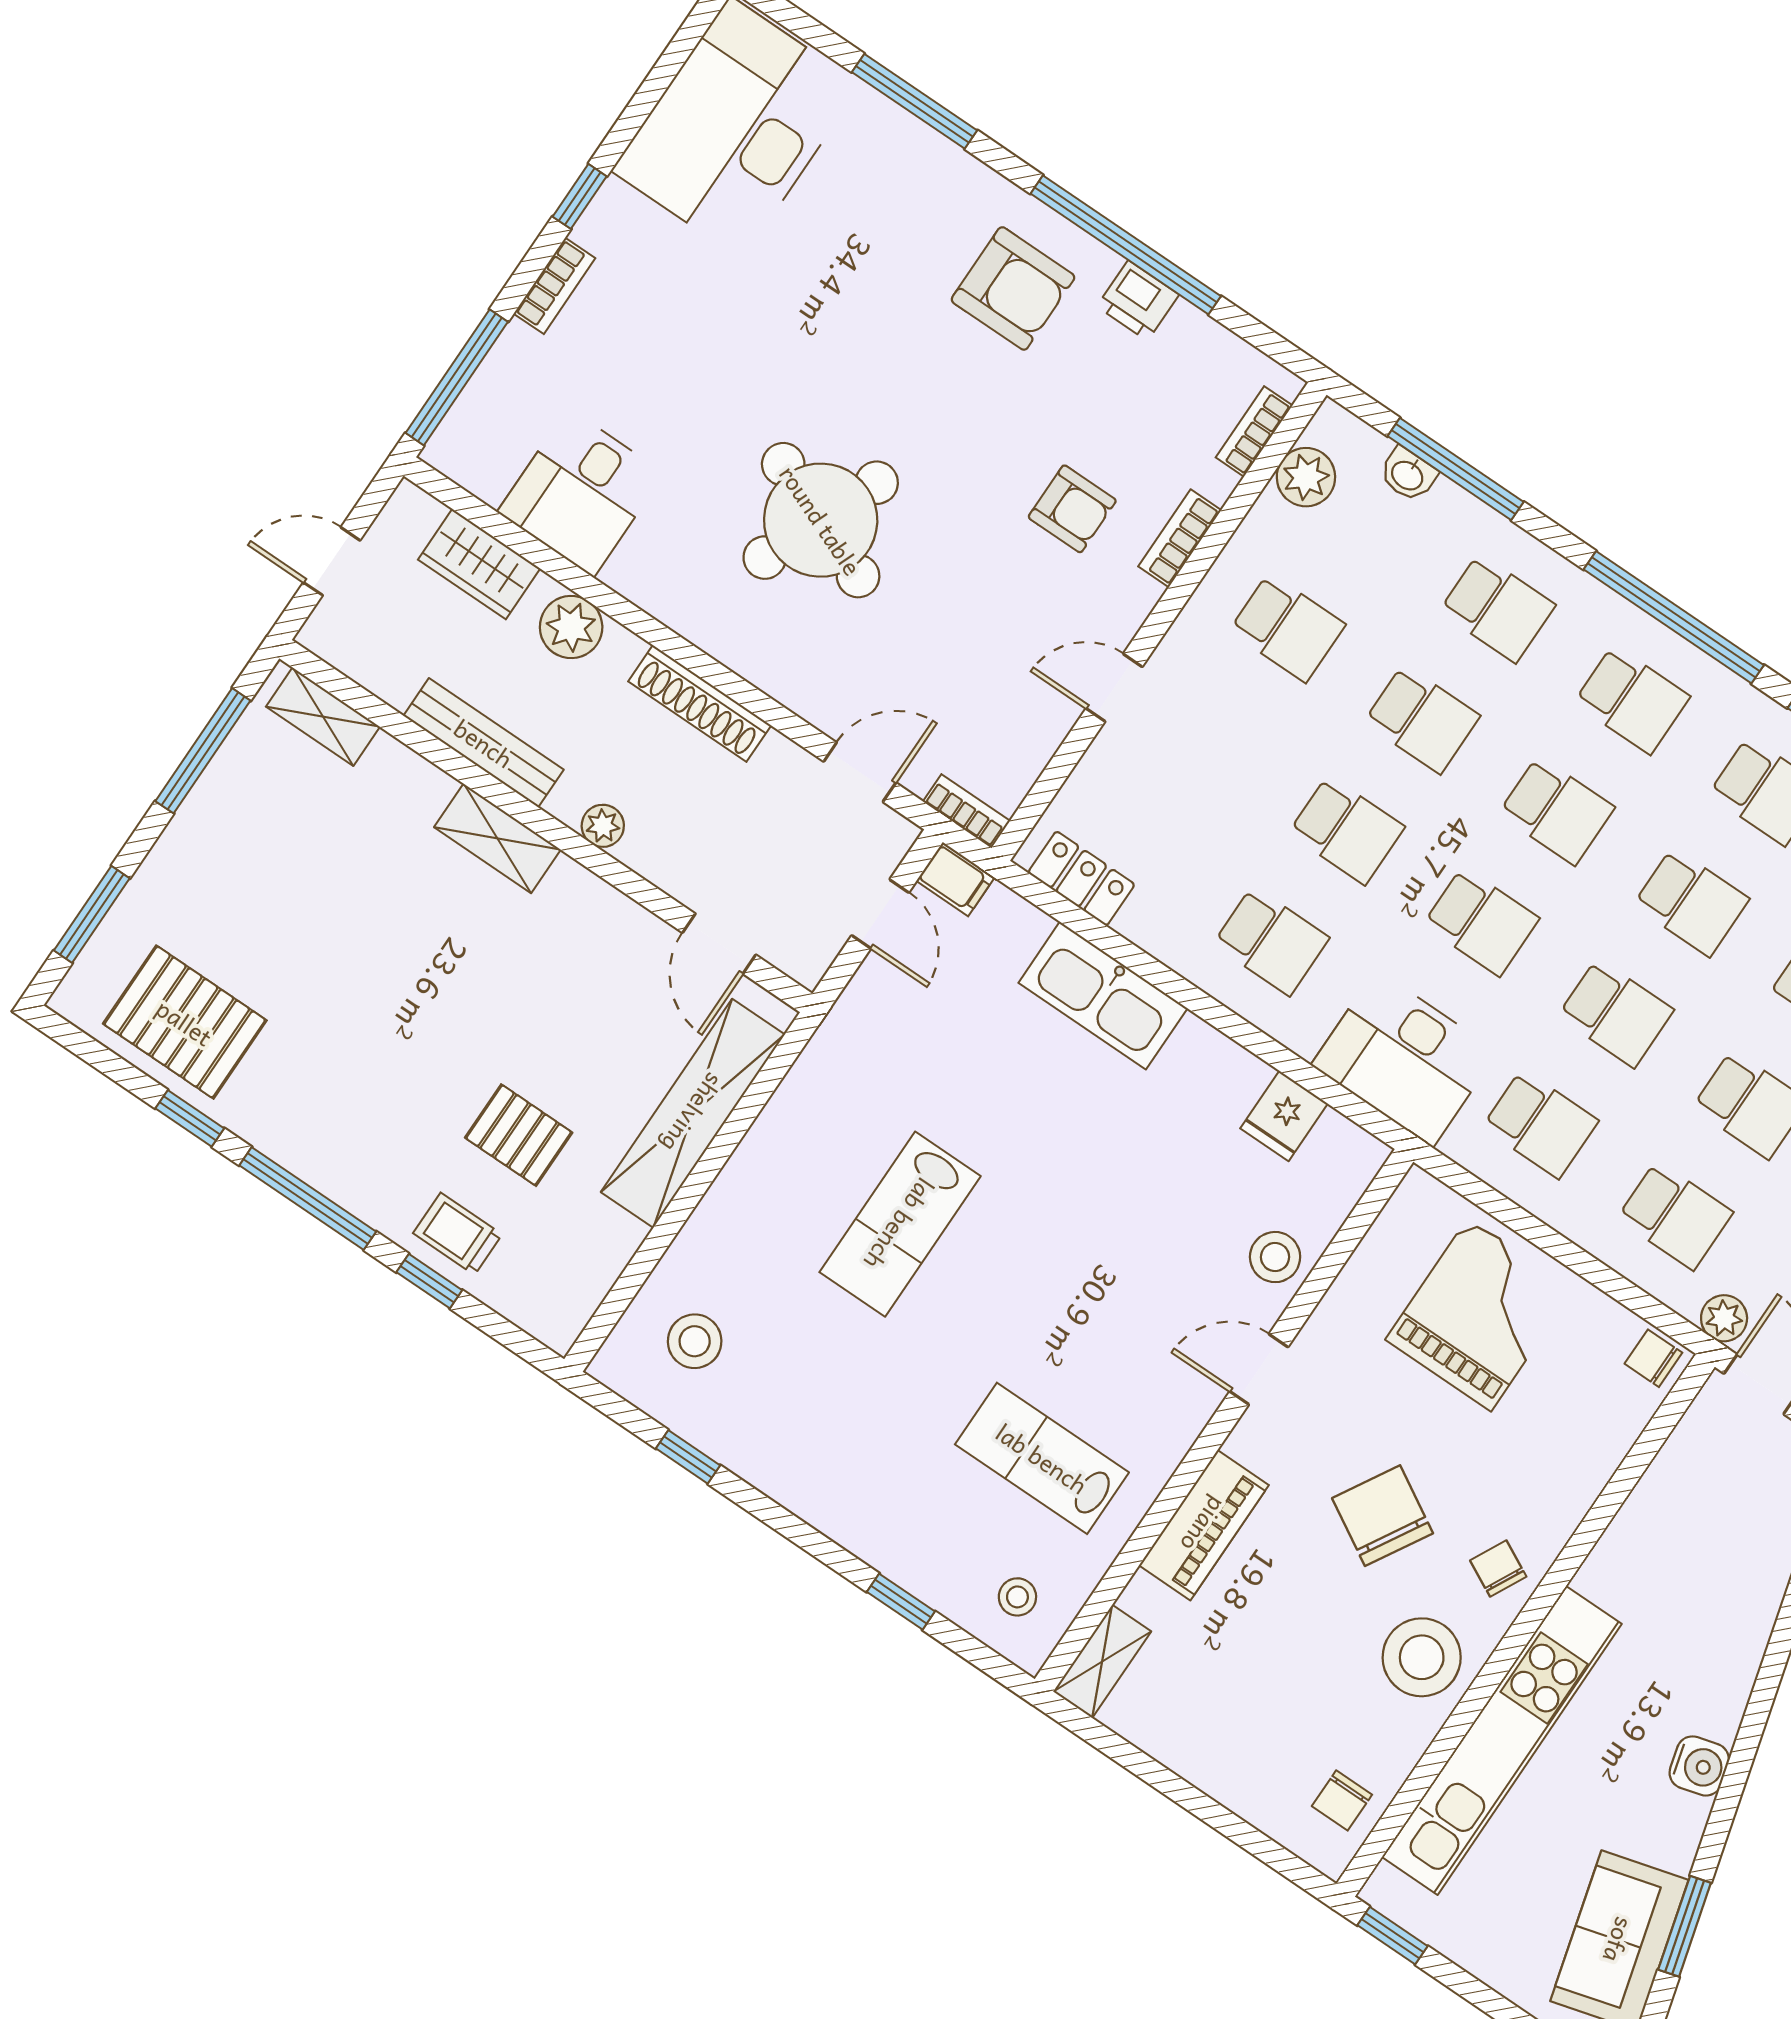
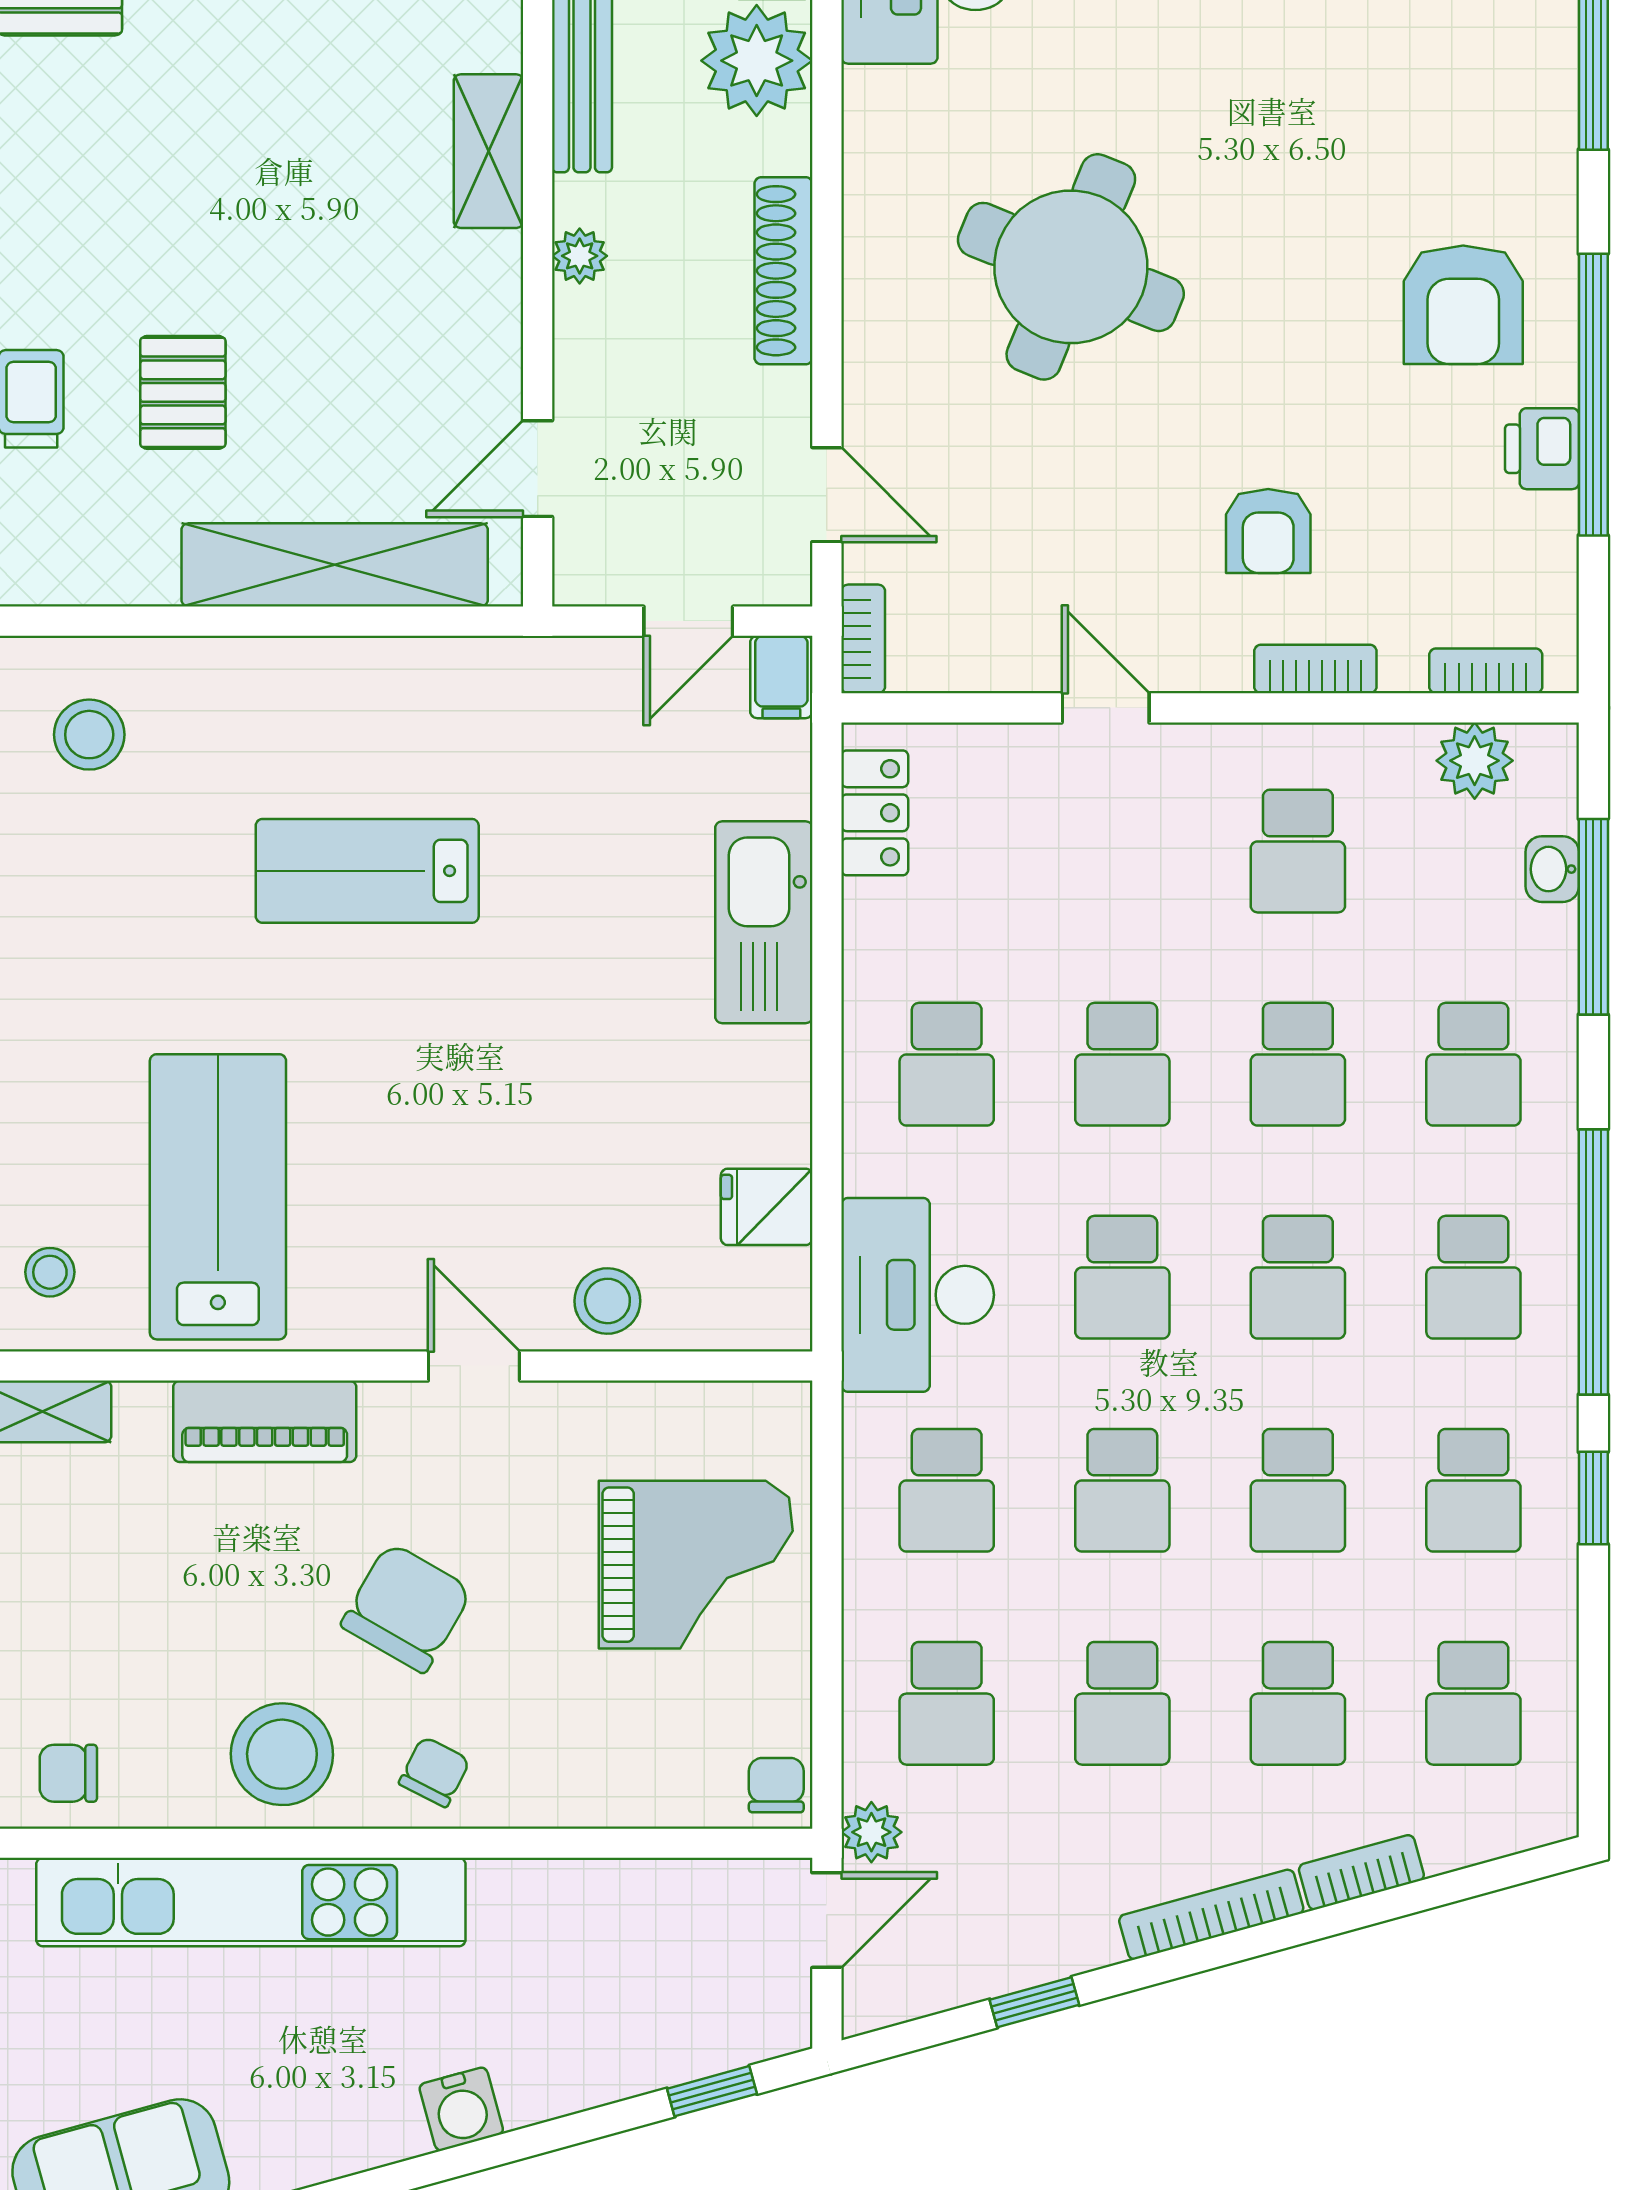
plant: (571, 627) -> (757, 61), width x1.36, depth x1.36
lab bench: (1042, 1458) -> (218, 1197), width x1.36, depth x1.39
water cooler: (1699, 1766) -> (461, 2109), moved

